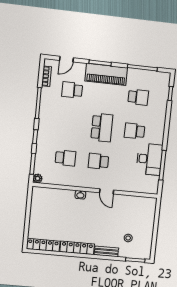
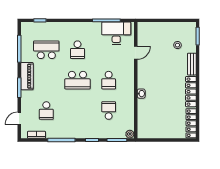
door: (66, 59) -> (19, 118), swing flipped
piano: (106, 74) -> (27, 76), width x0.73, depth x0.75
school desk: (138, 97) -> (46, 50), width x1.85
school desk: (102, 128) -> (77, 80), turned 180
desk: (149, 159) -> (116, 33), moved
door: (107, 191) -> (136, 53), moved

